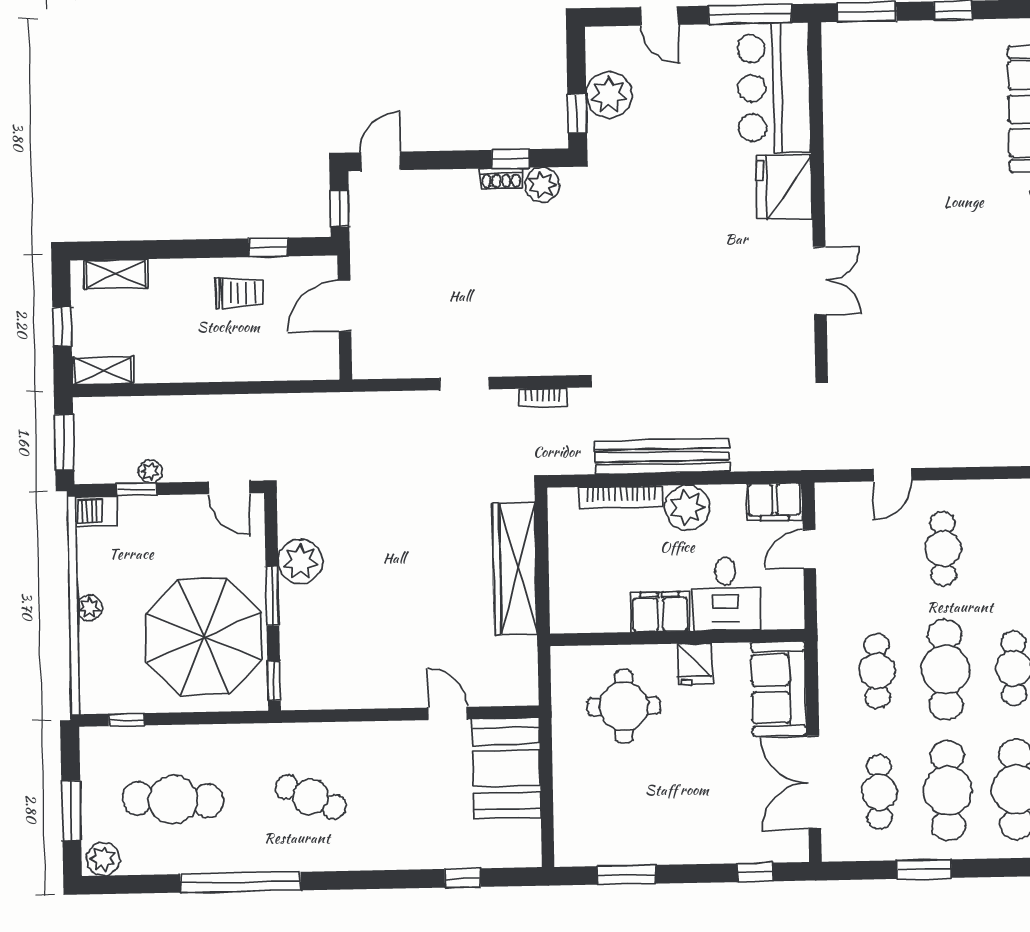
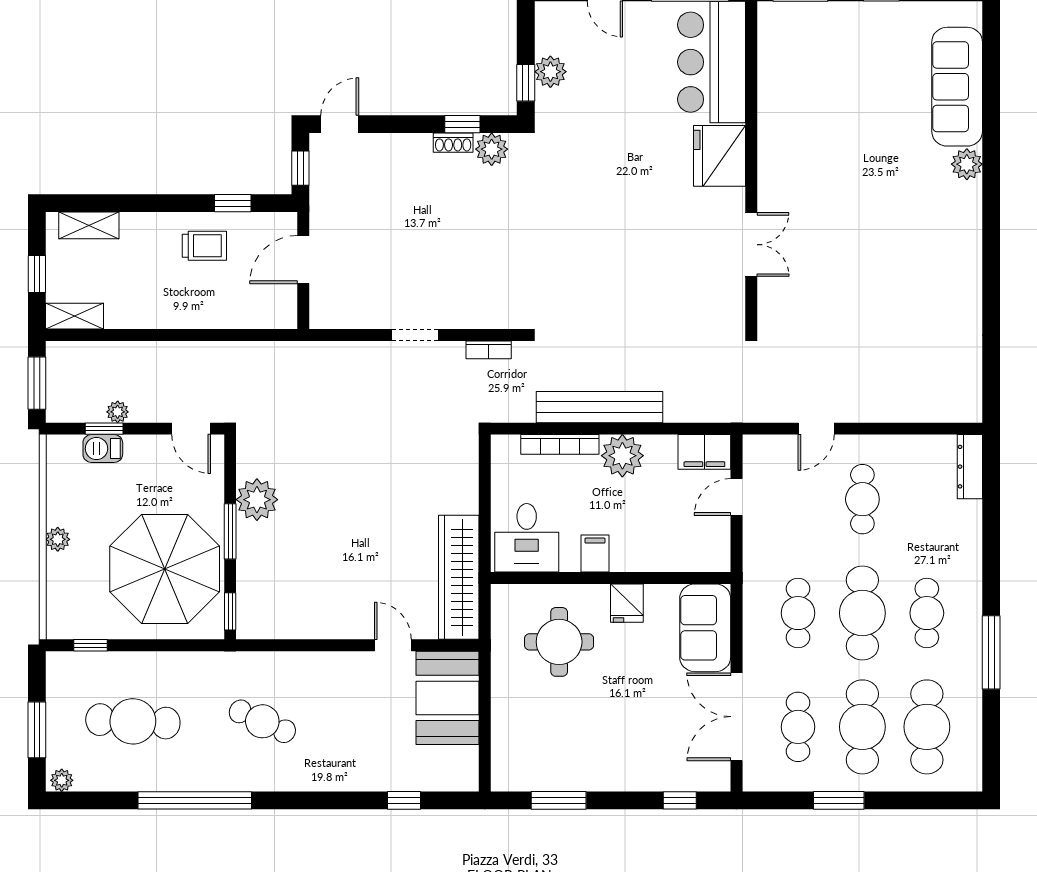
plant: (609, 95) -> (550, 72), width x0.73, depth x0.73
barbecue: (96, 511) -> (103, 449), moved
wardrobe: (515, 568) -> (459, 577), moved
desk: (726, 594) -> (527, 538), moved
filing cabinet: (660, 612) -> (595, 554), width x0.50
plant: (103, 859) -> (62, 780), width x0.73, depth x0.73

